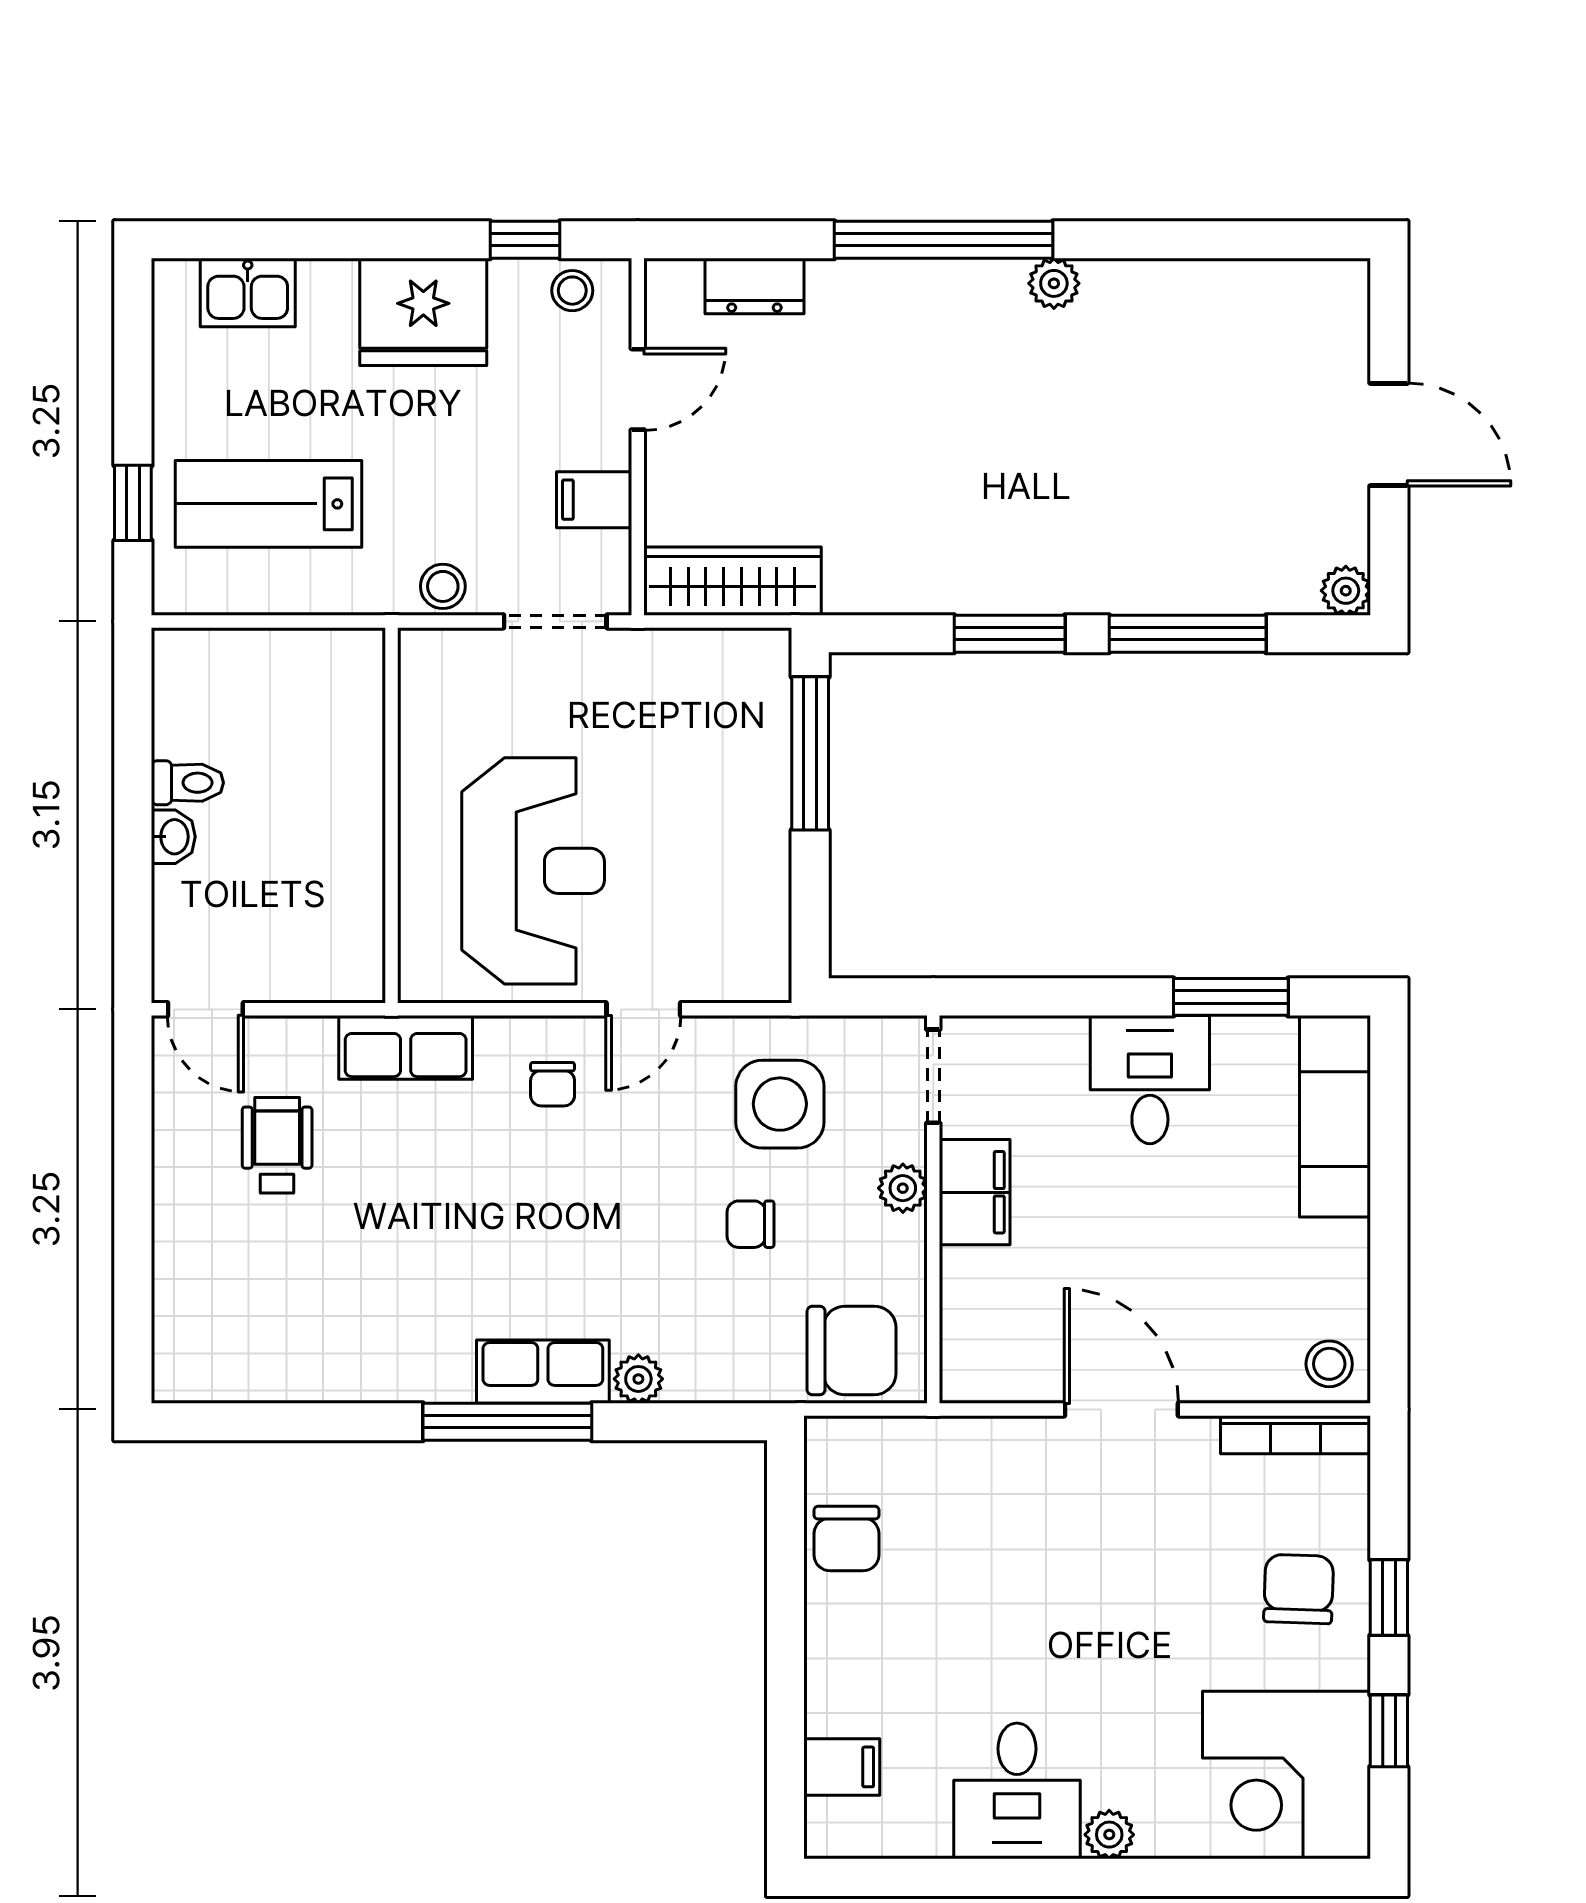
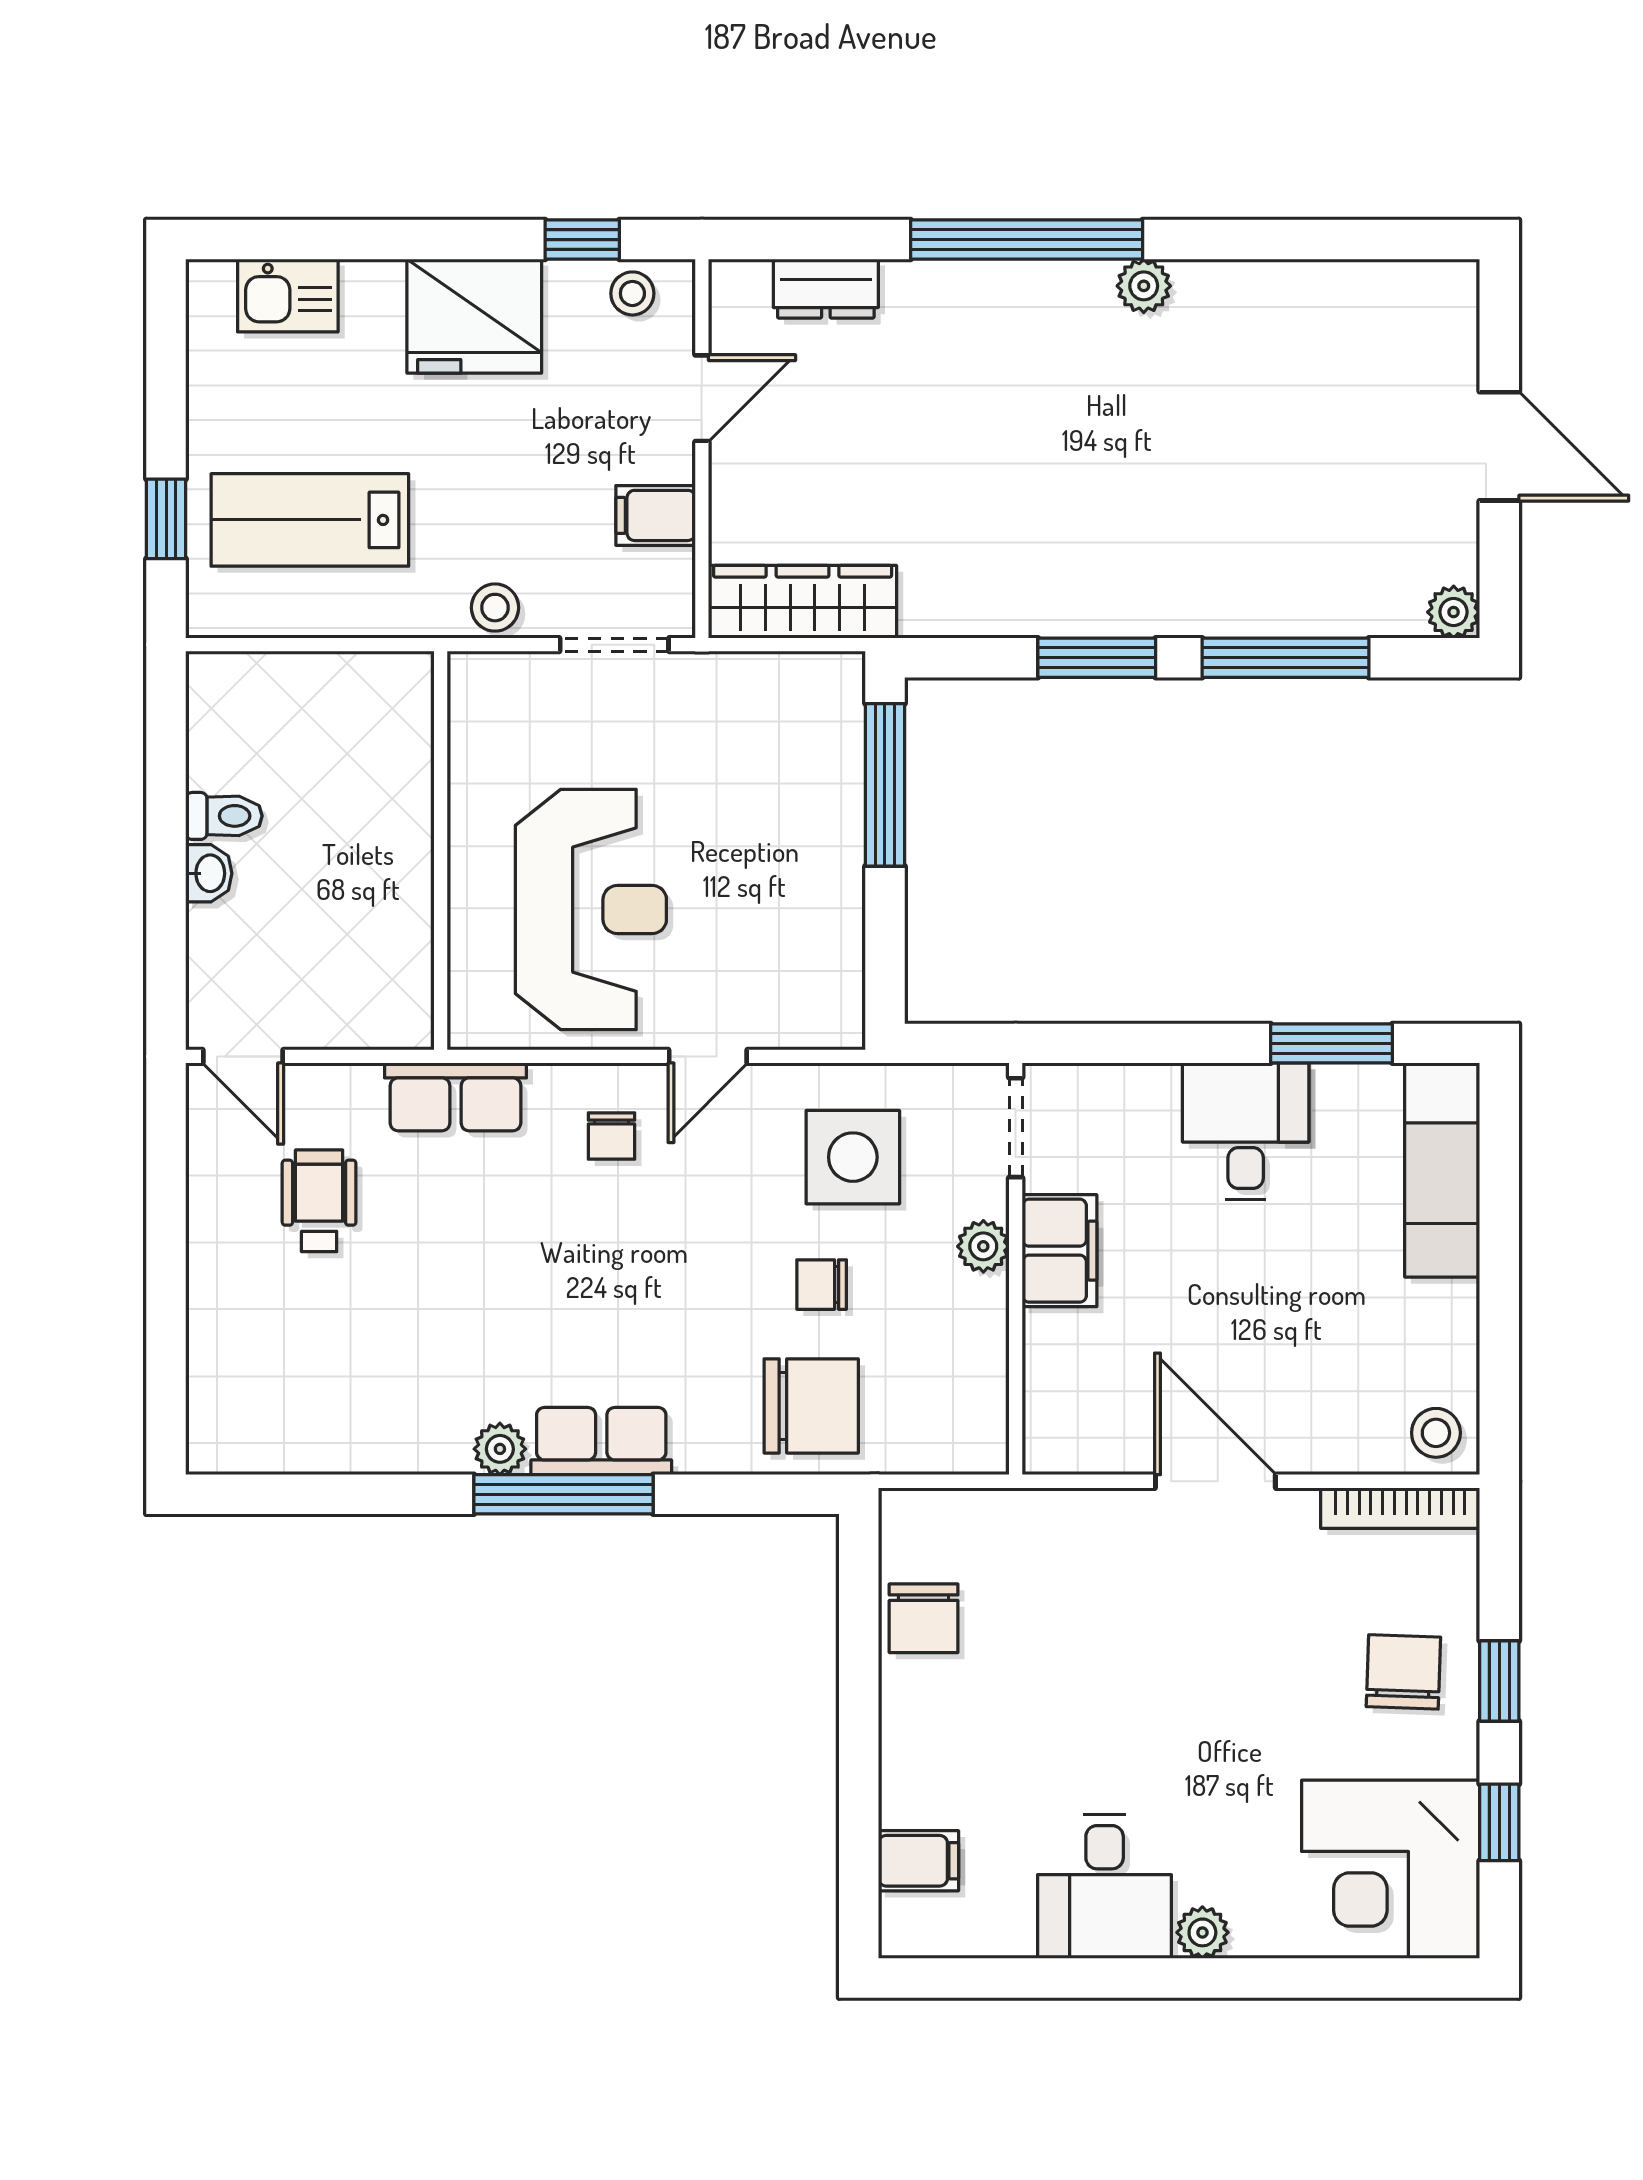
chair: (852, 1350) -> (811, 1406), moved
plant: (638, 1379) -> (500, 1449), moved

